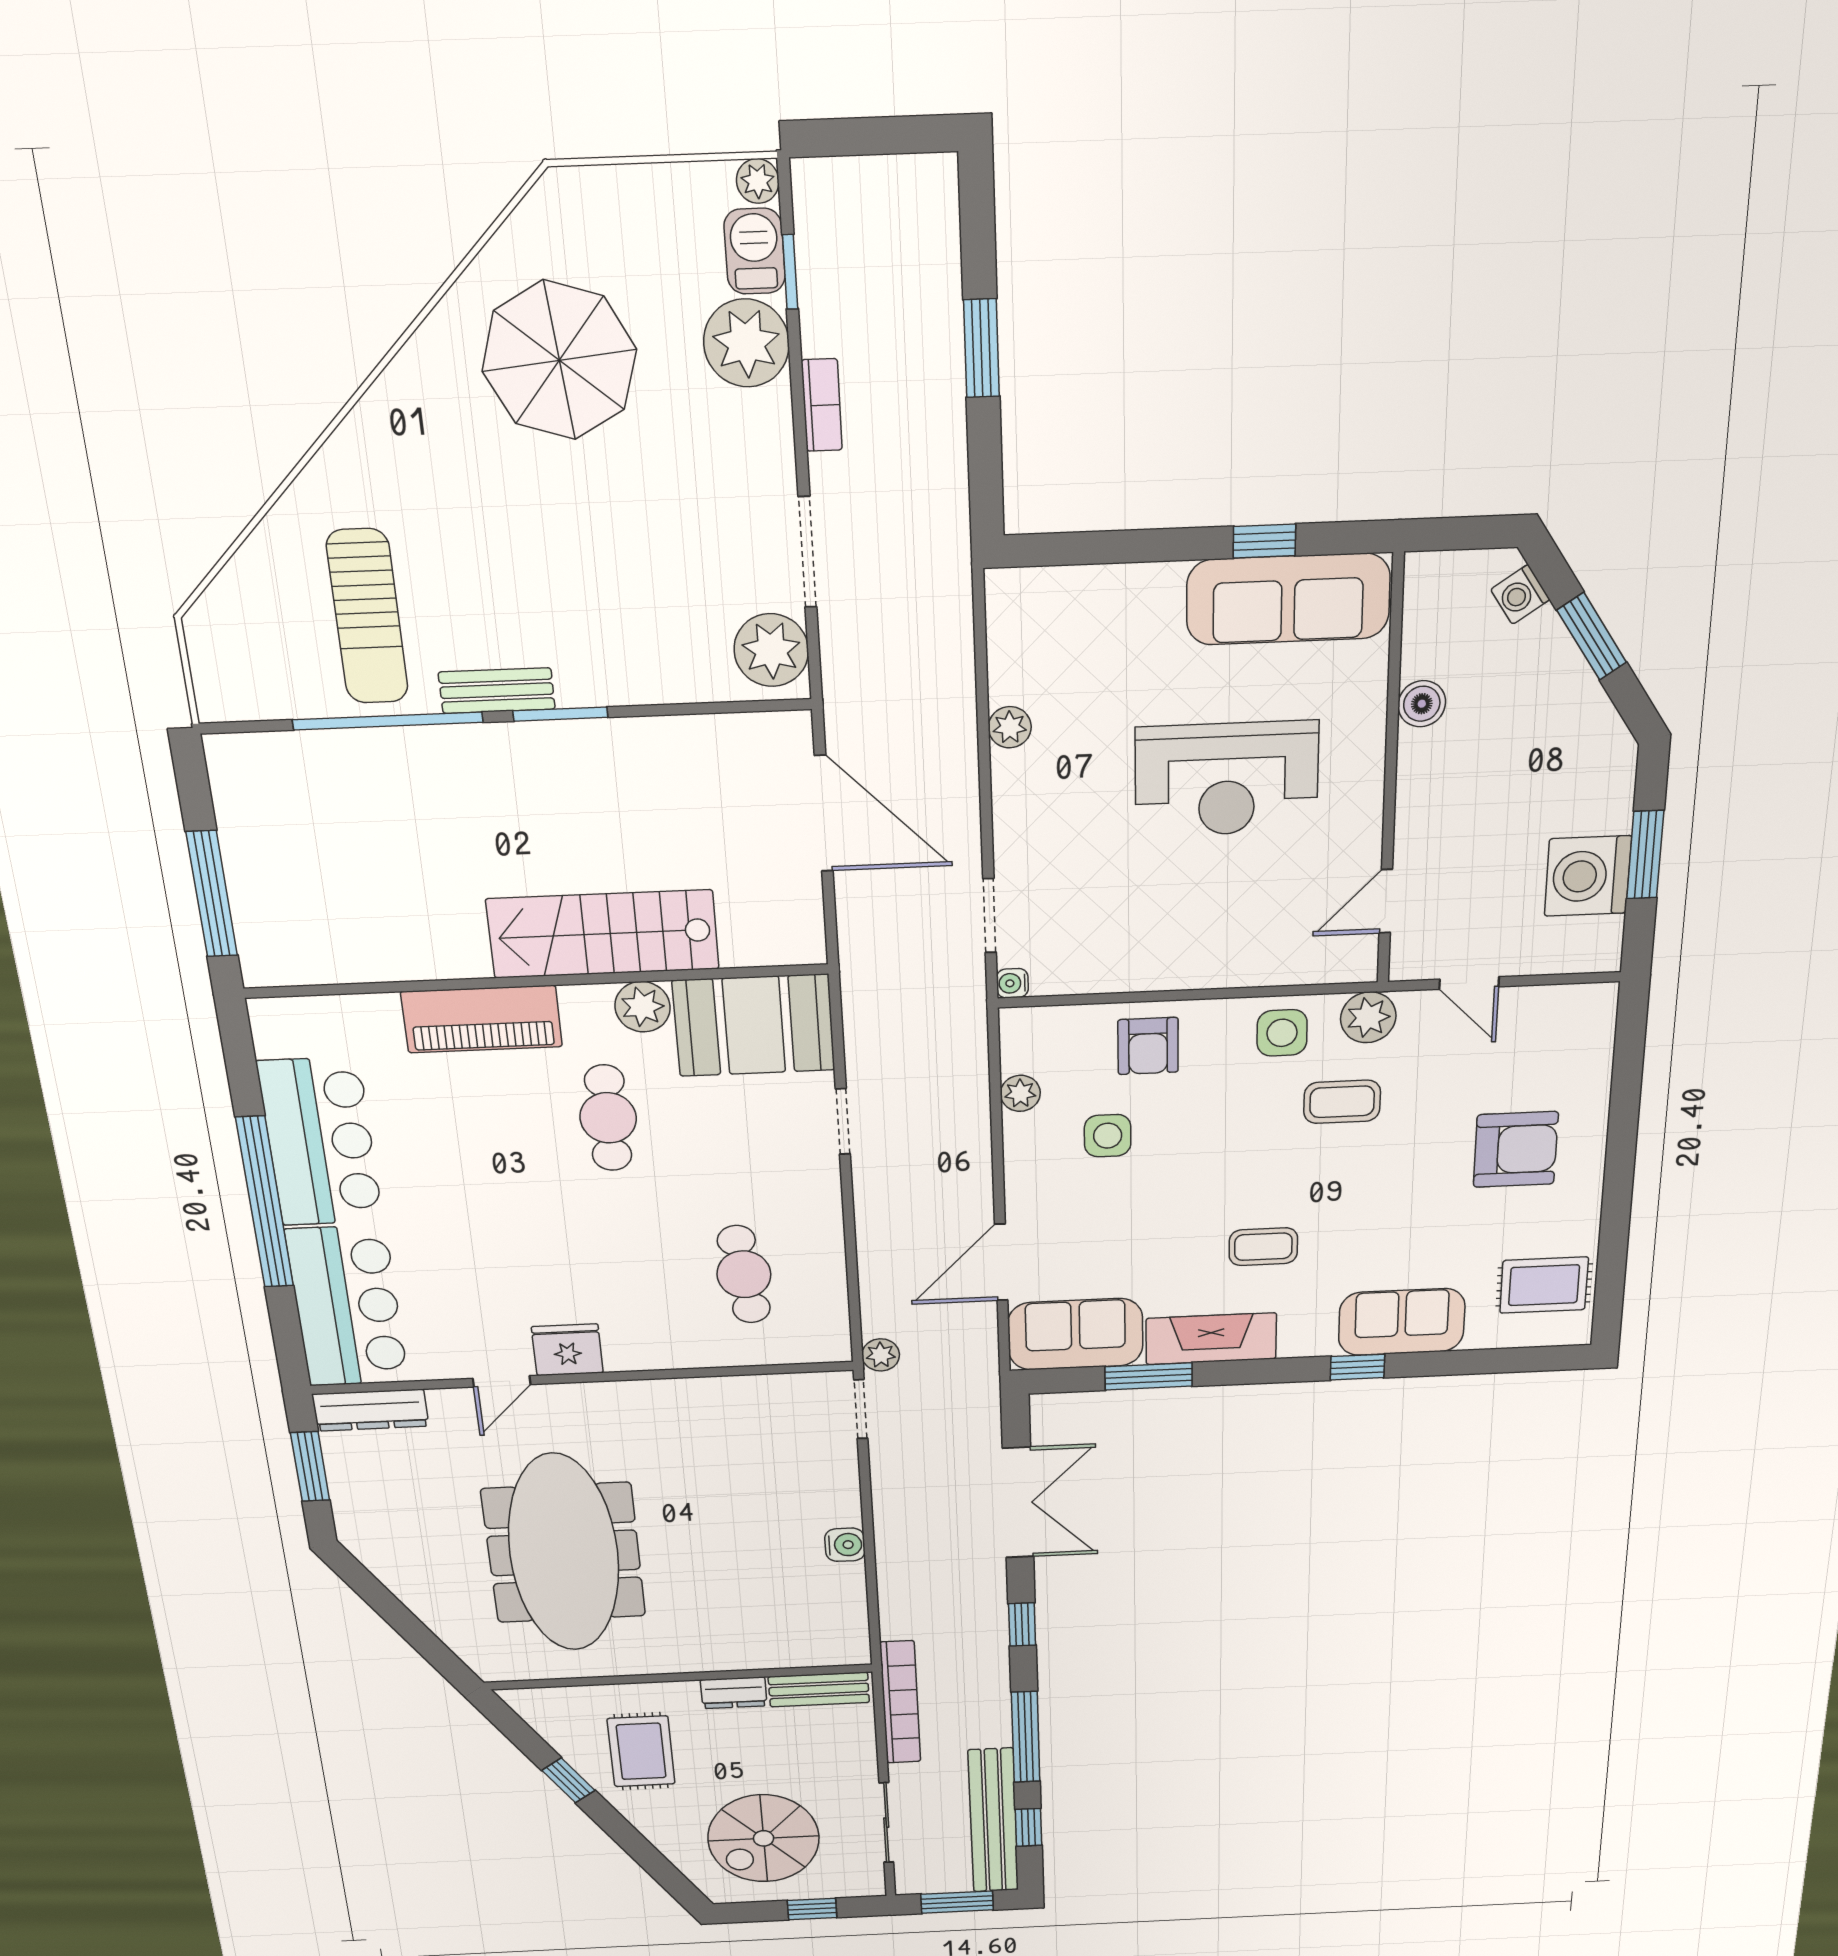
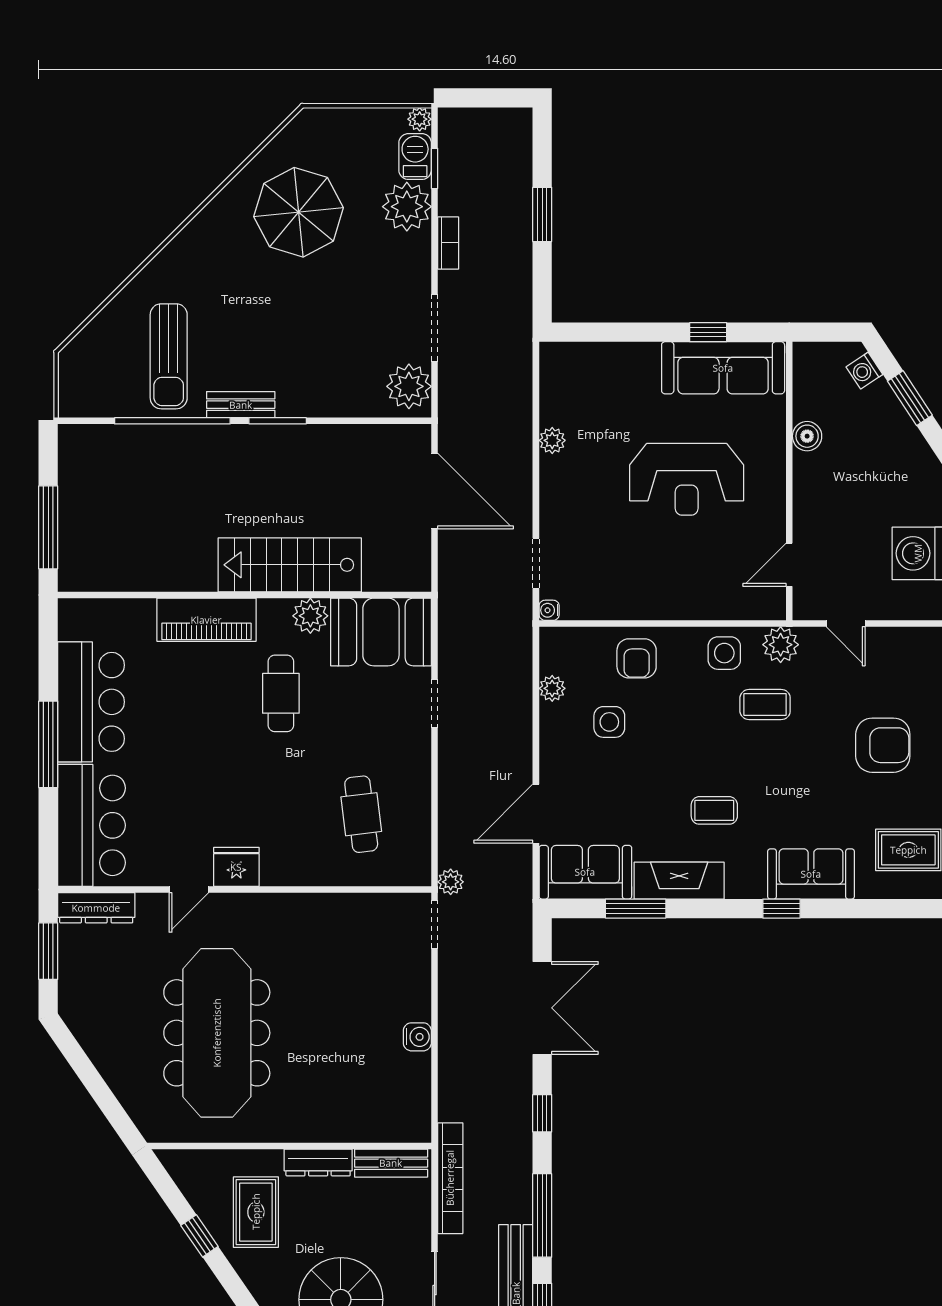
window: (265, 1202) -> (48, 744), width x0.68
dresser: (734, 1693) -> (318, 1162), width x1.44

